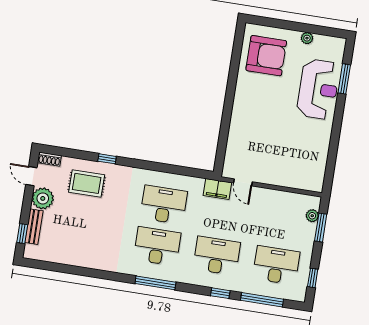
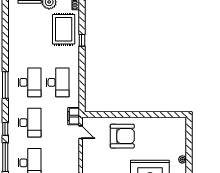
armchair: (266, 56) -> (122, 136), moved, turned -90
door: (243, 182) -> (81, 132), swing flipped
rug: (87, 183) -> (64, 29), width x1.36, depth x1.43

